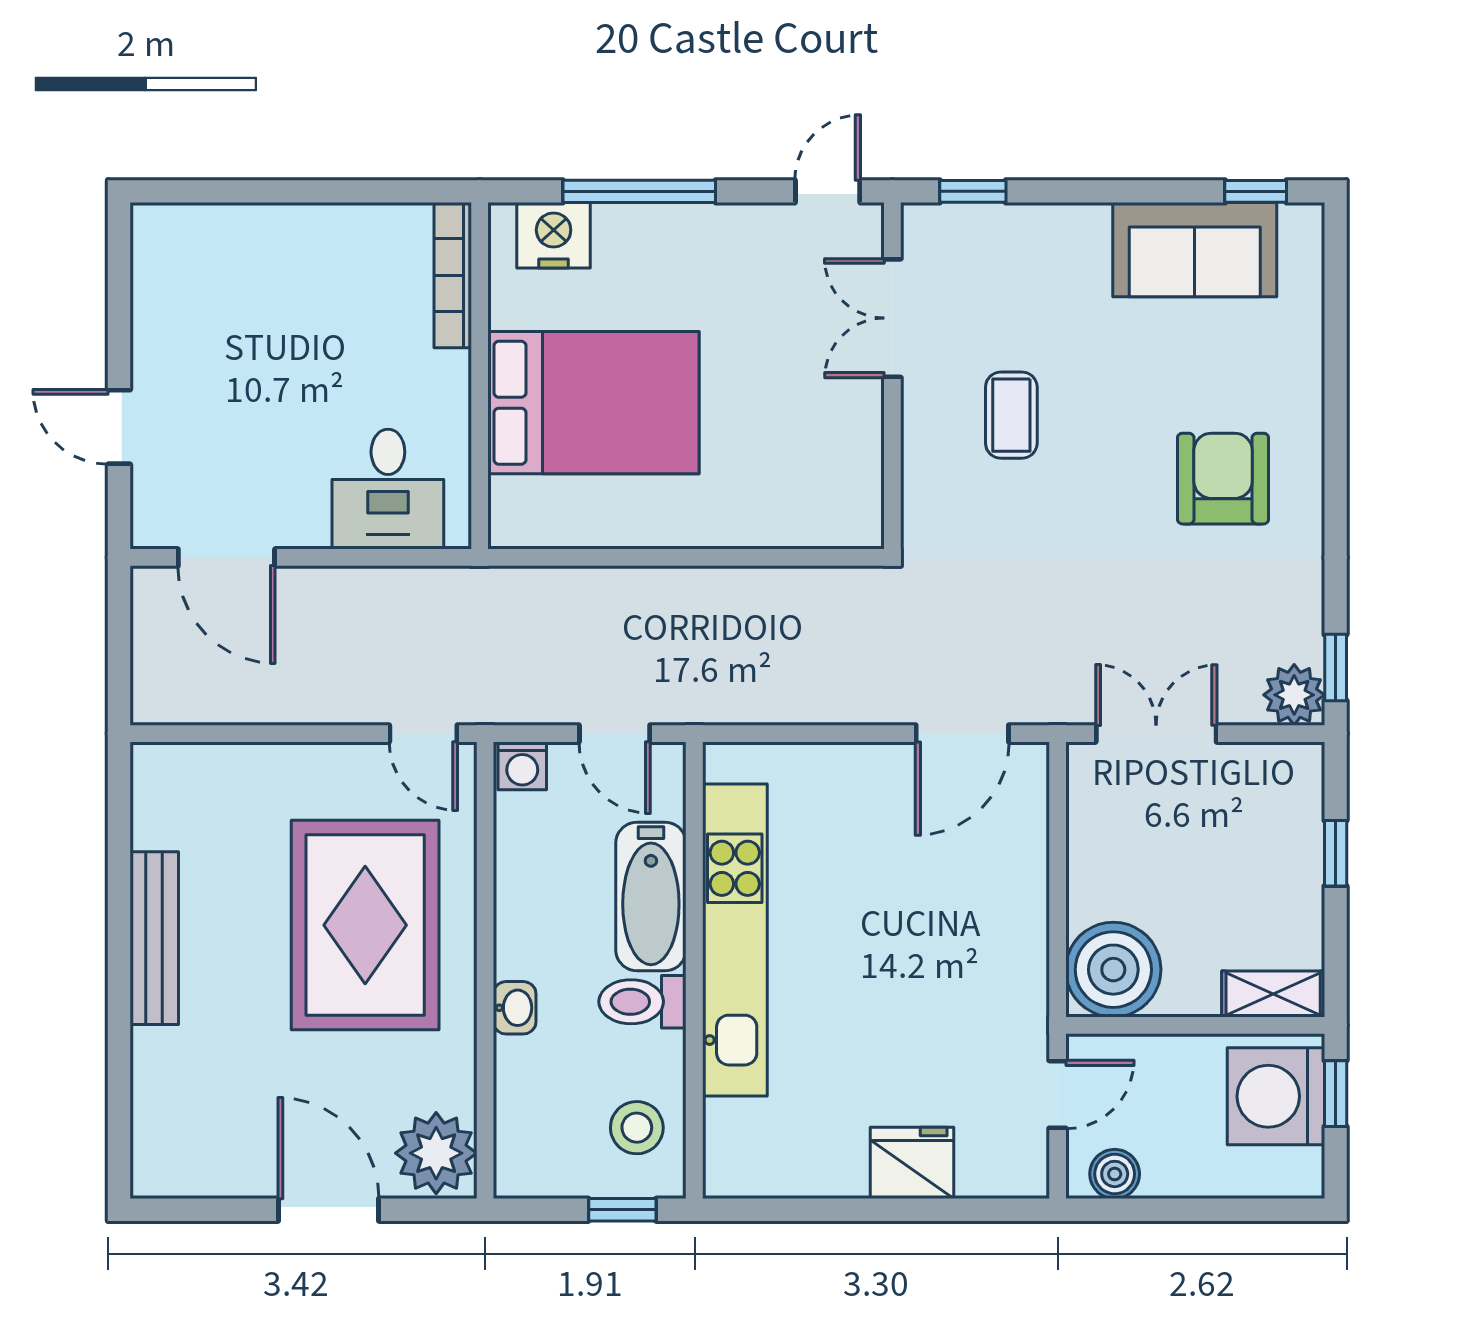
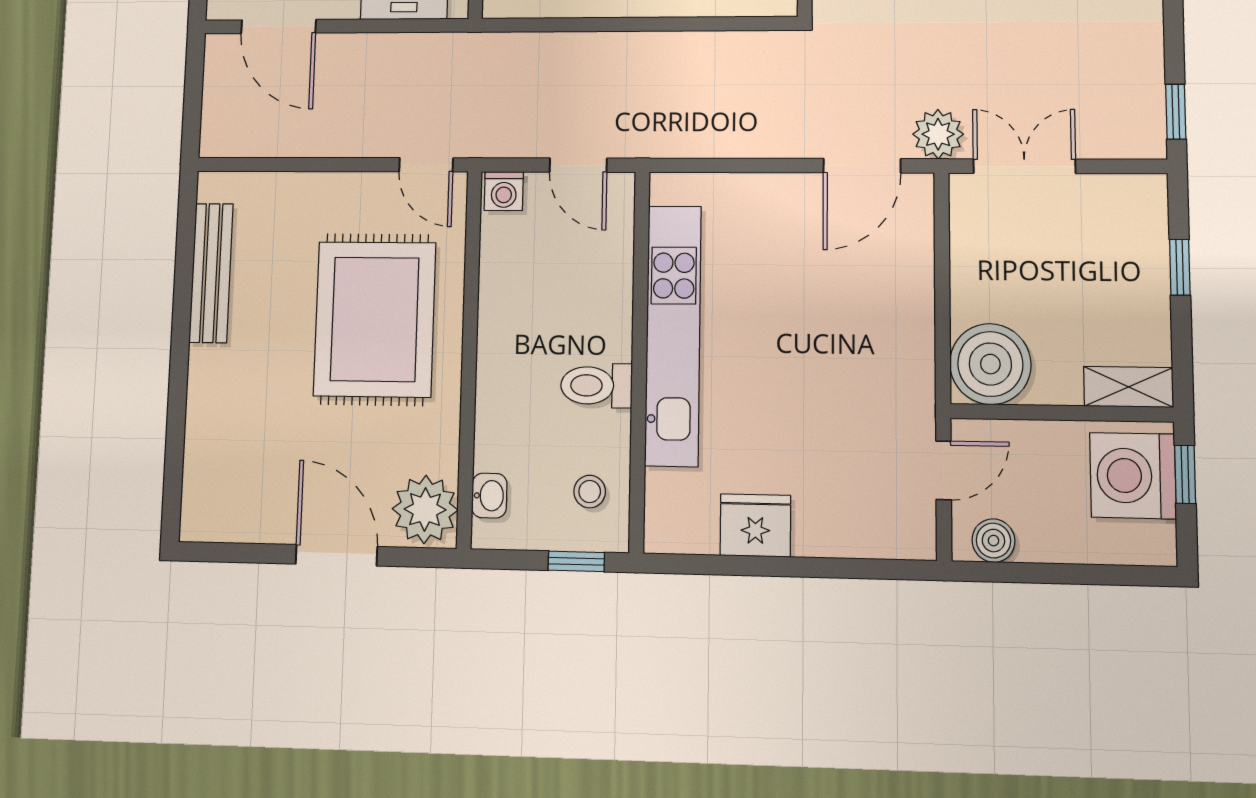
plant: (1294, 695) -> (938, 134), moved
bathtub: (651, 897) -> (605, 298), removed
bench: (154, 938) -> (211, 273), moved
washbasin: (515, 1008) -> (489, 496), moved
stool: (637, 1128) -> (590, 492), width x0.73, depth x0.73
fridge: (912, 1163) -> (755, 525), moved

